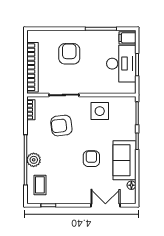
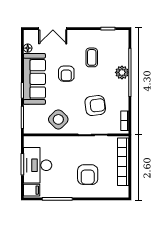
side table: (100, 111) -> (58, 119), turned 45
sofa: (124, 160) -> (34, 79), width x1.36
coffee table: (40, 185) -> (92, 57), moved

